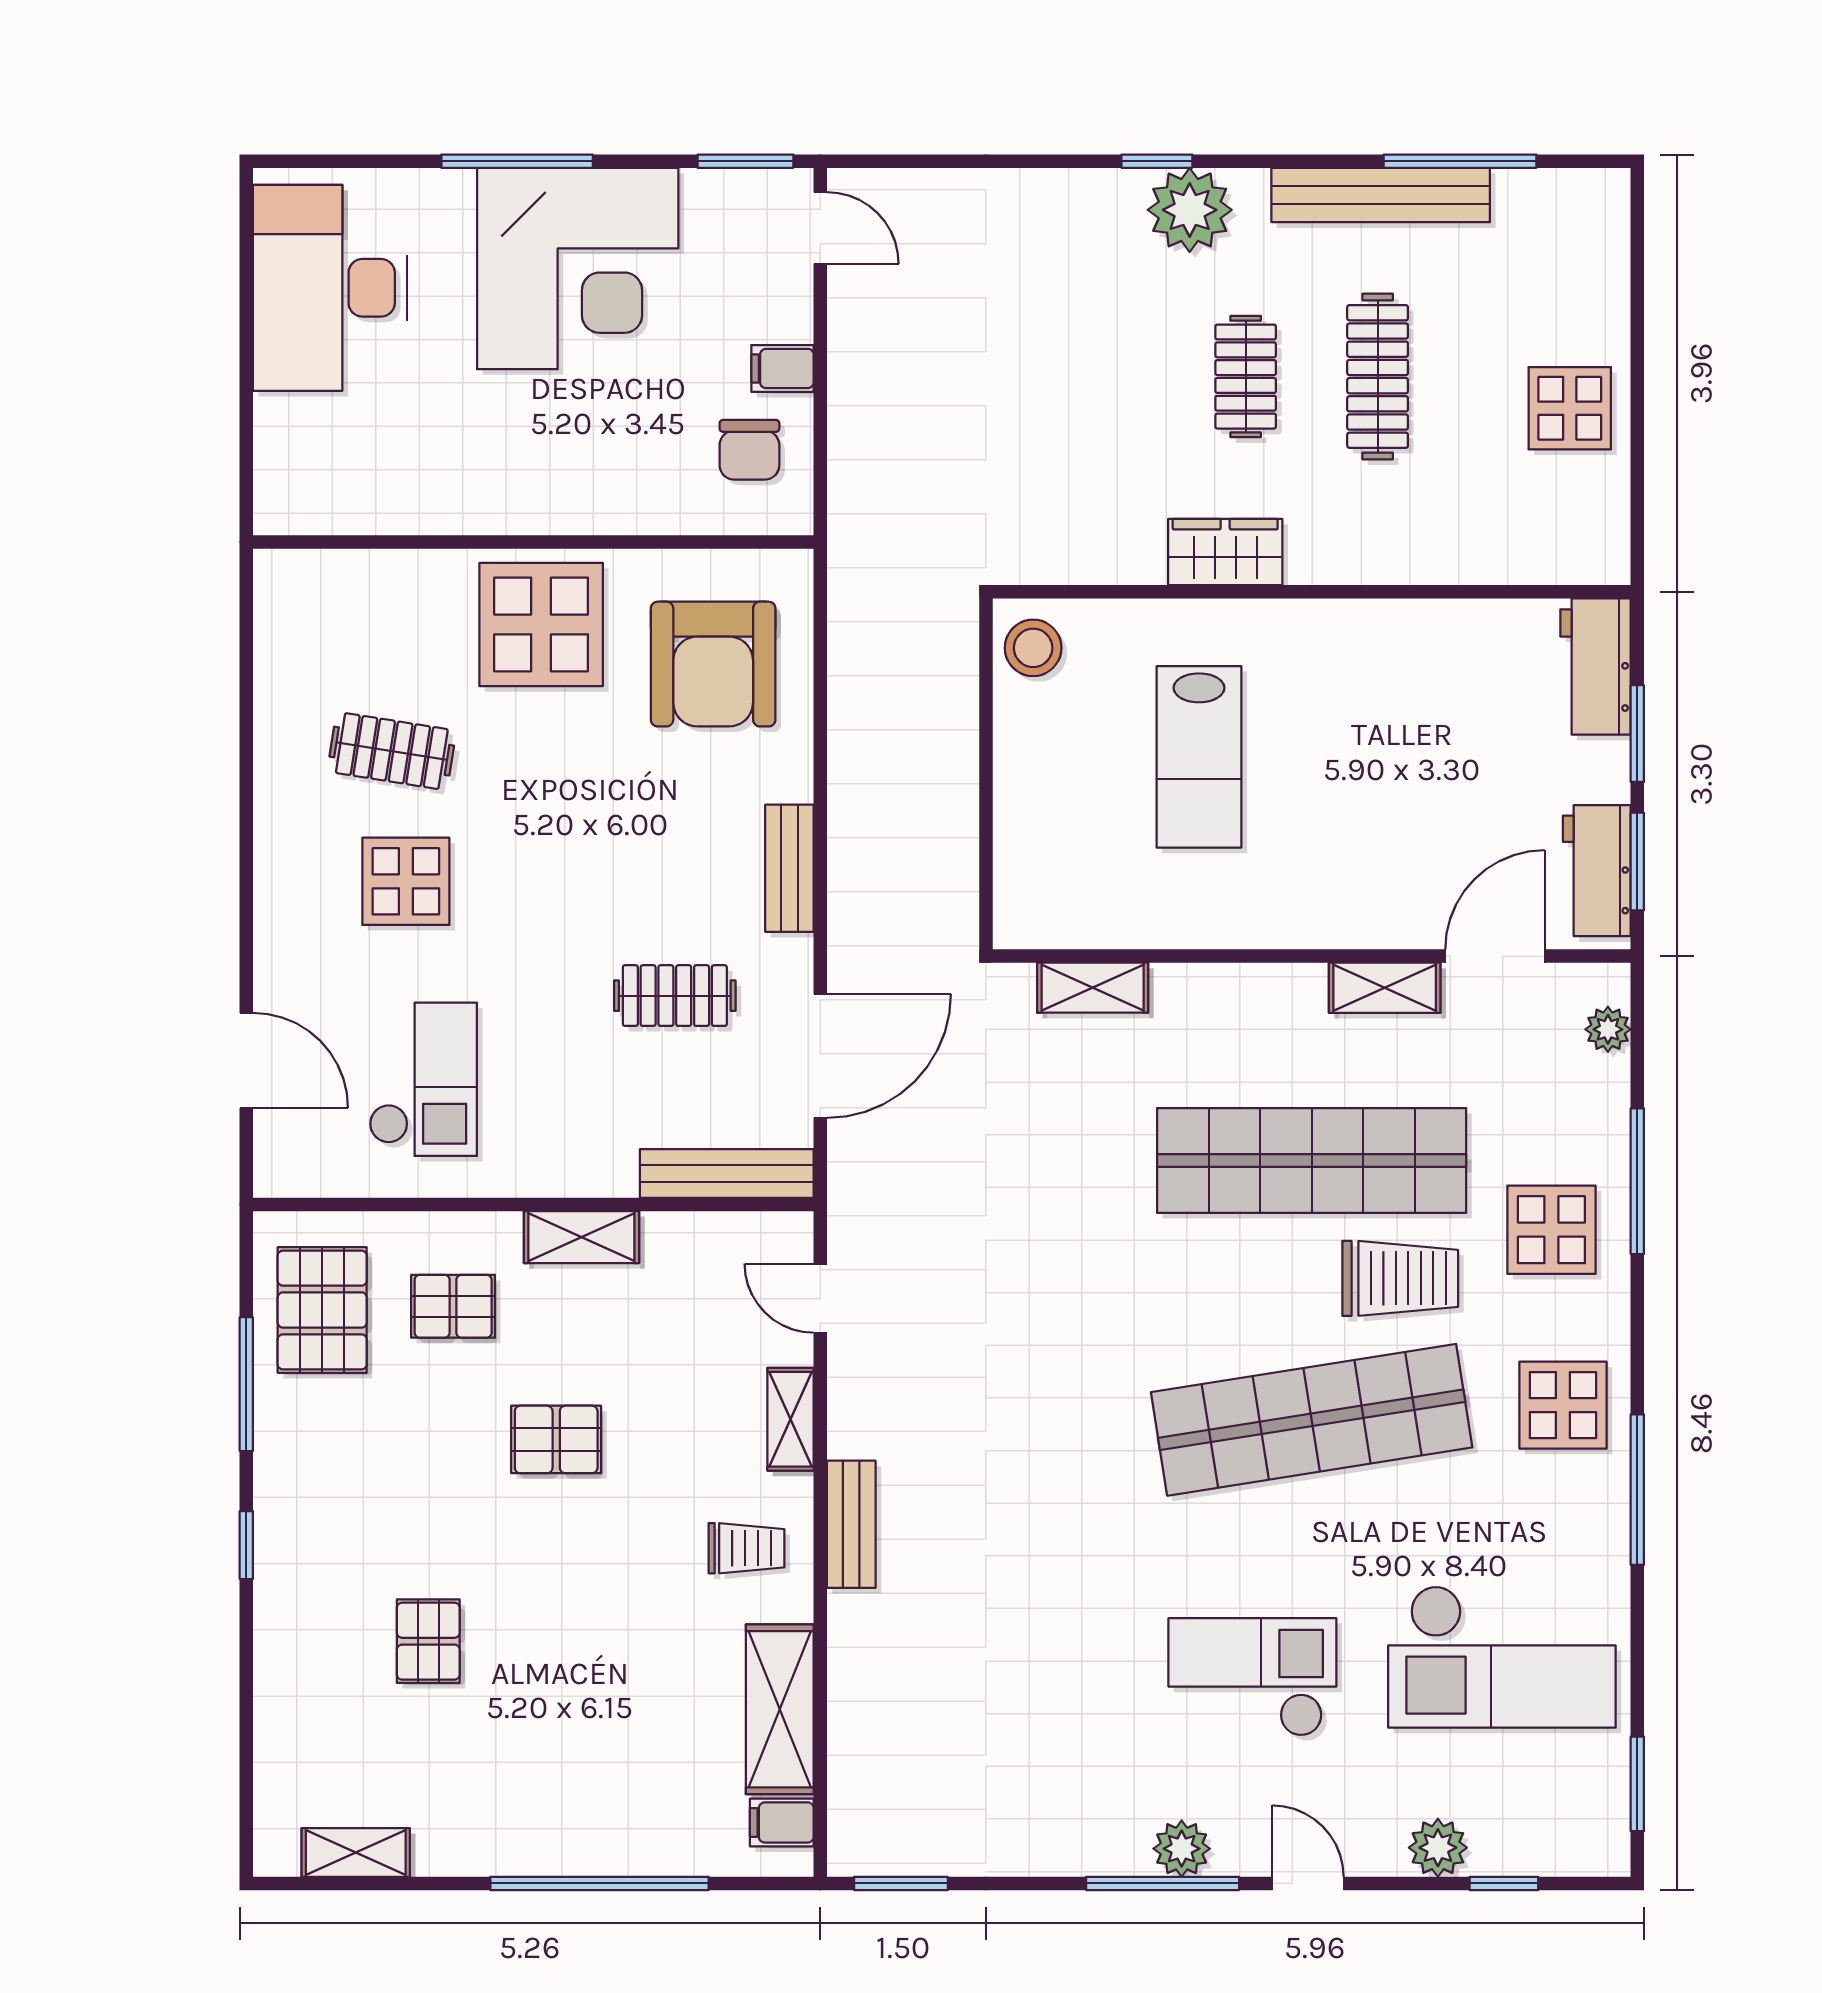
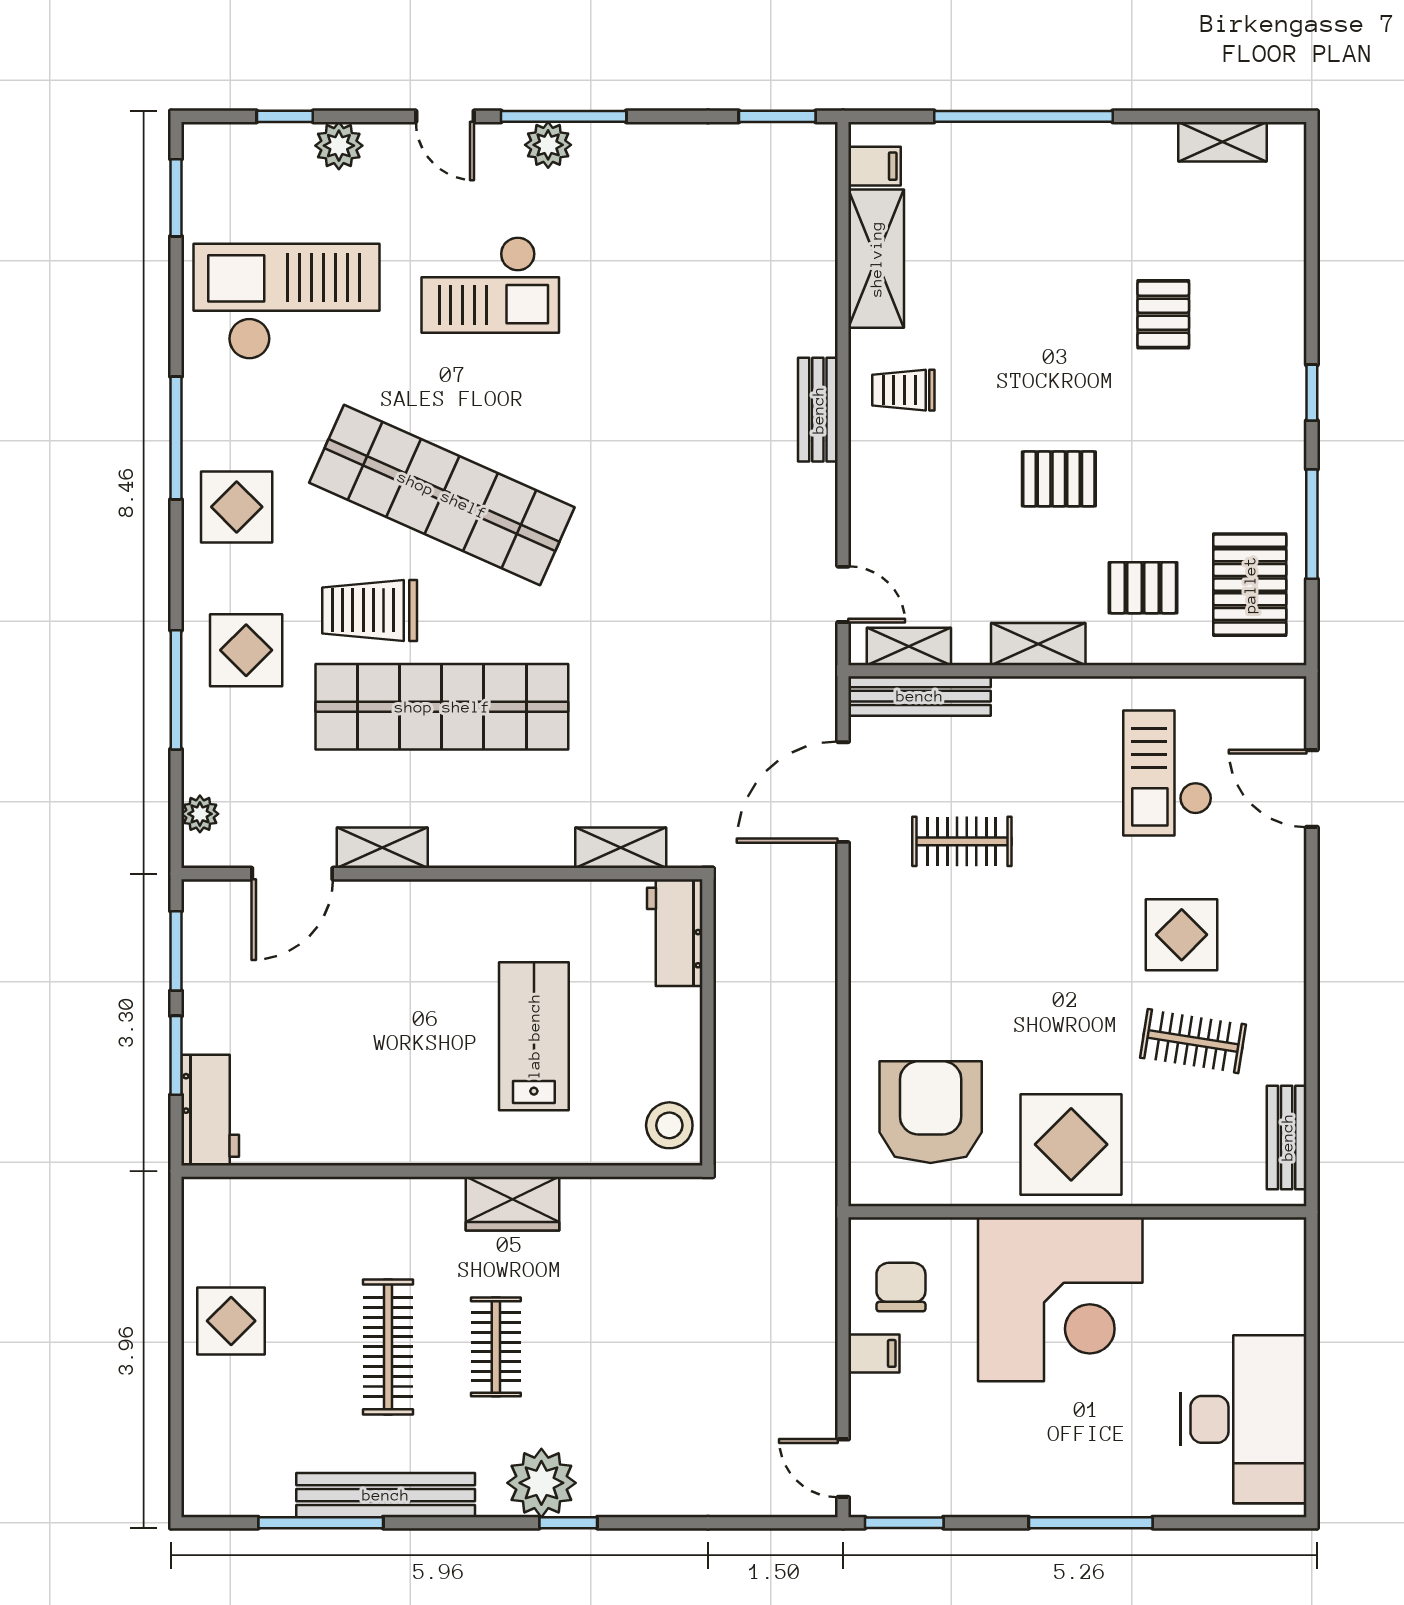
corner desk: (578, 268) -> (1060, 1299), moved, turned 180
bench: (789, 868) -> (1287, 1137), moved
workbench: (1597, 871) -> (675, 933), moved, turned 180
shelving: (791, 1419) -> (909, 646), moved, turned 90
shop shelf: (1312, 1420) -> (442, 495), turned 33

